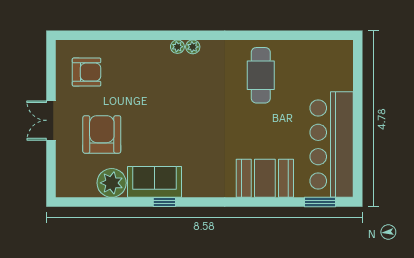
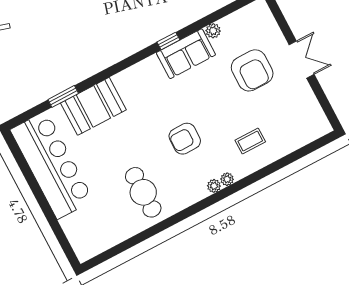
coffee table: (138, 71) -> (250, 141), added
armchair: (87, 72) -> (185, 139), moved
plant: (112, 183) -> (213, 31), width x0.53, depth x0.53
window: (320, 202) -> (63, 96), moved

